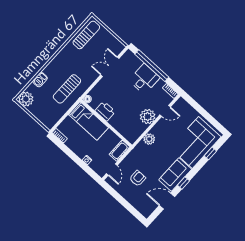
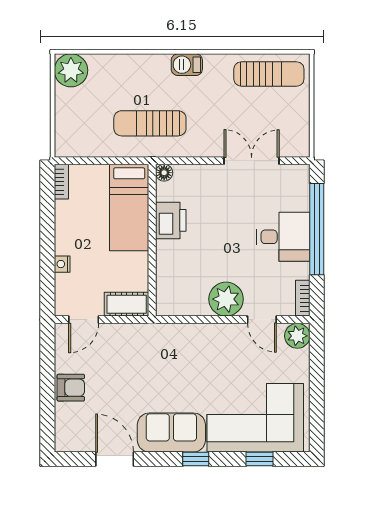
barbecue: (40, 80) -> (187, 65), moved
plant: (149, 139) -> (297, 336), moved
armchair: (138, 178) -> (71, 388), moved
window: (183, 183) -> (196, 459), moved

